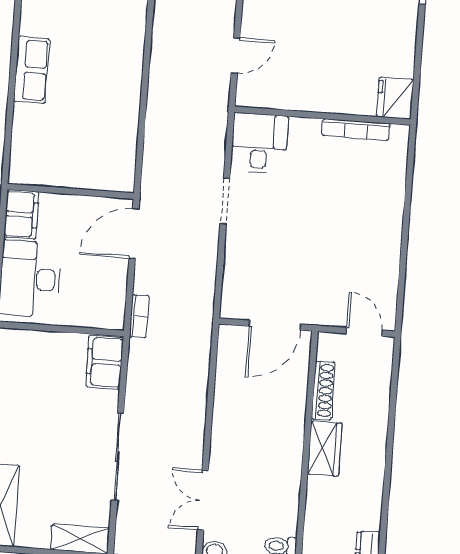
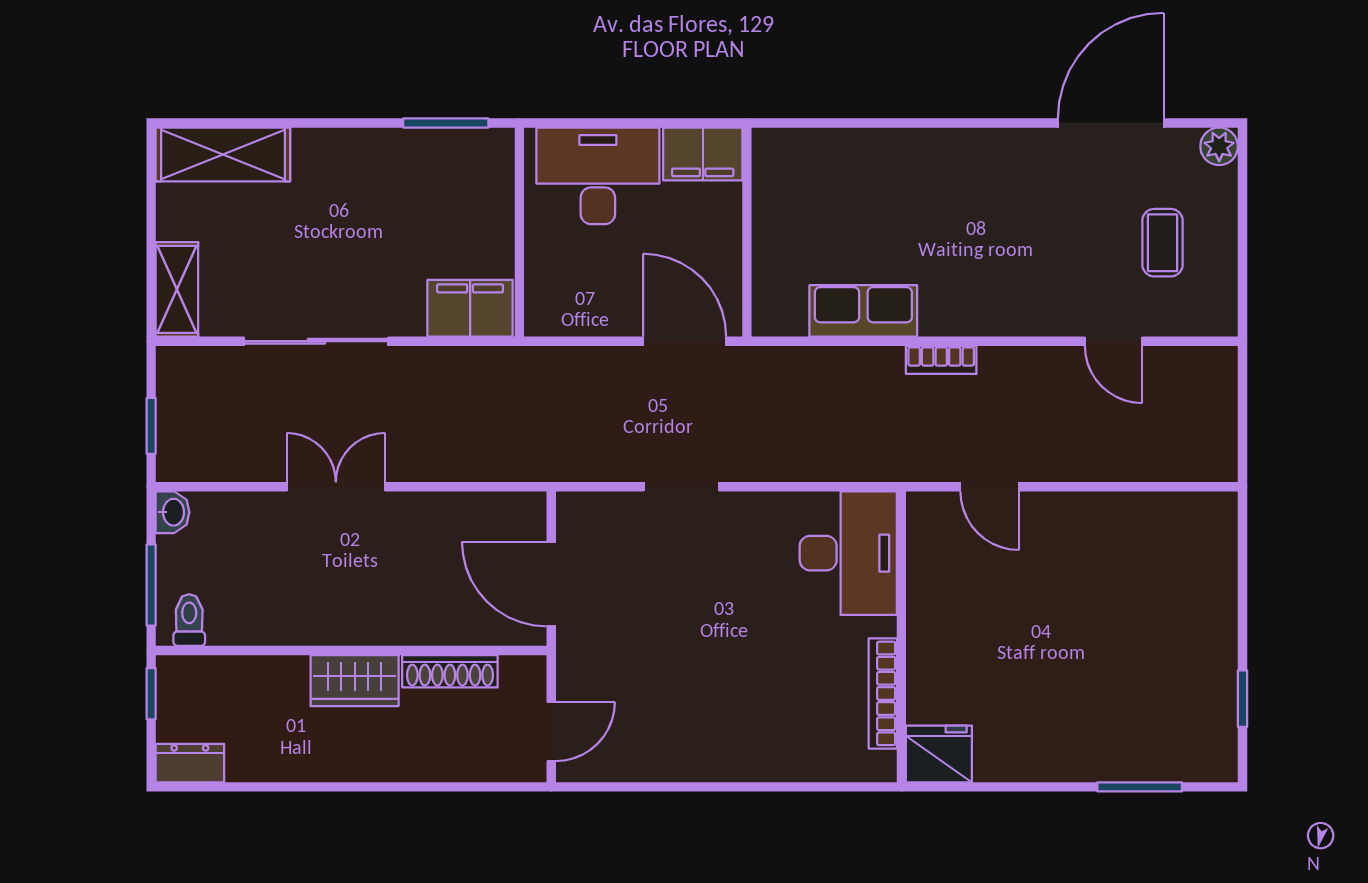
row of seats: (32, 70) -> (863, 311), moved, turned 180
desk: (259, 143) -> (848, 553), width x1.37
doorway: (225, 201) -> (681, 487), moved
bookcase: (139, 316) -> (941, 360), moved
double door: (203, 500) -> (336, 487), moved

